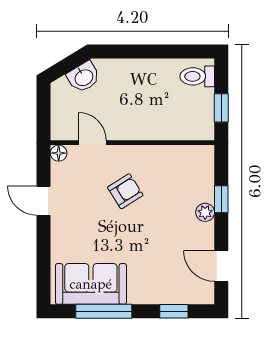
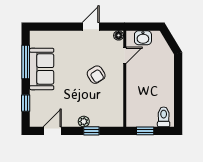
washbasin: (84, 77) -> (143, 38), moved, turned -59
sofa: (91, 284) -> (42, 69), moved

